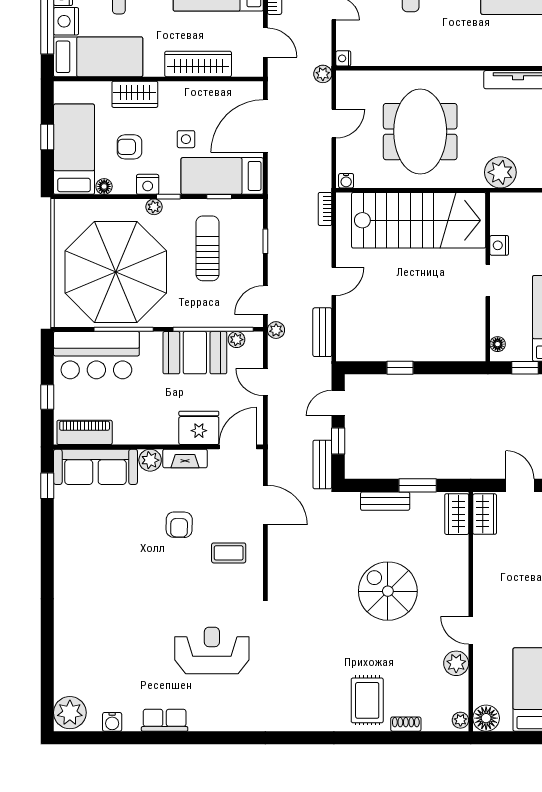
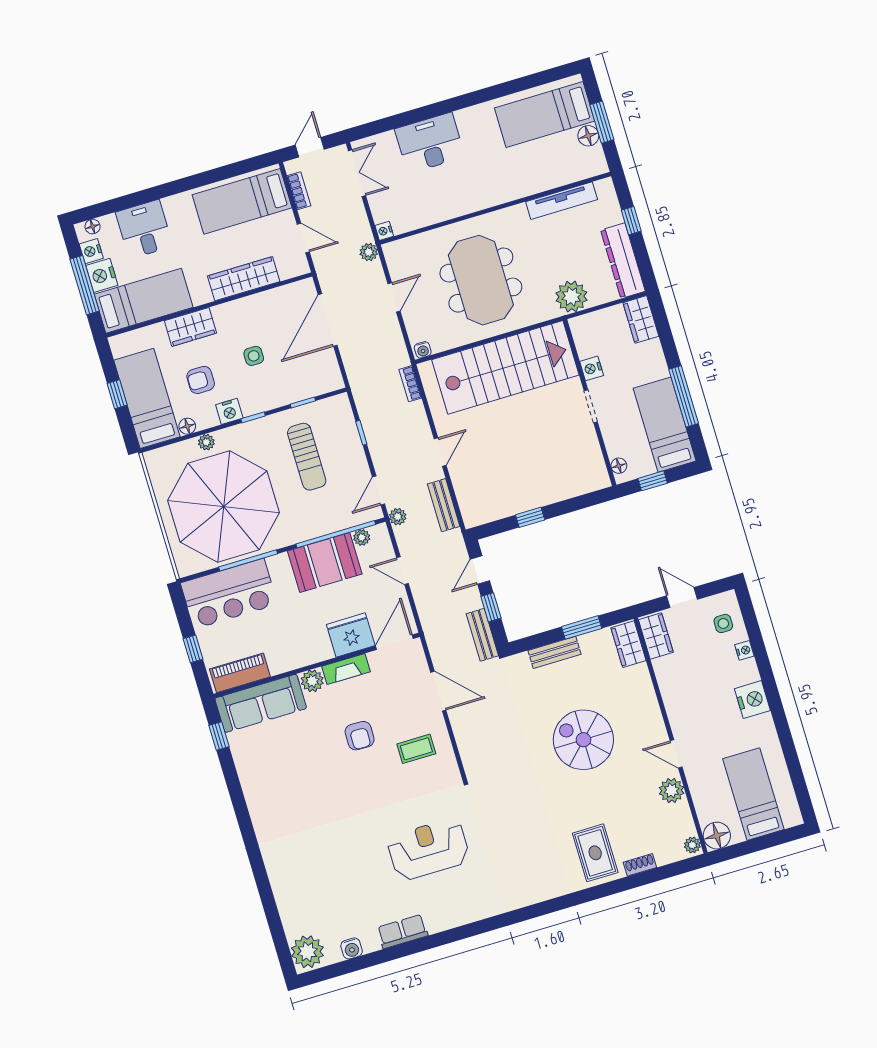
bed: (222, 176) -> (300, 381), removed
plant: (154, 207) -> (206, 442), moved
sun lounger: (208, 248) -> (307, 457), turned 180

